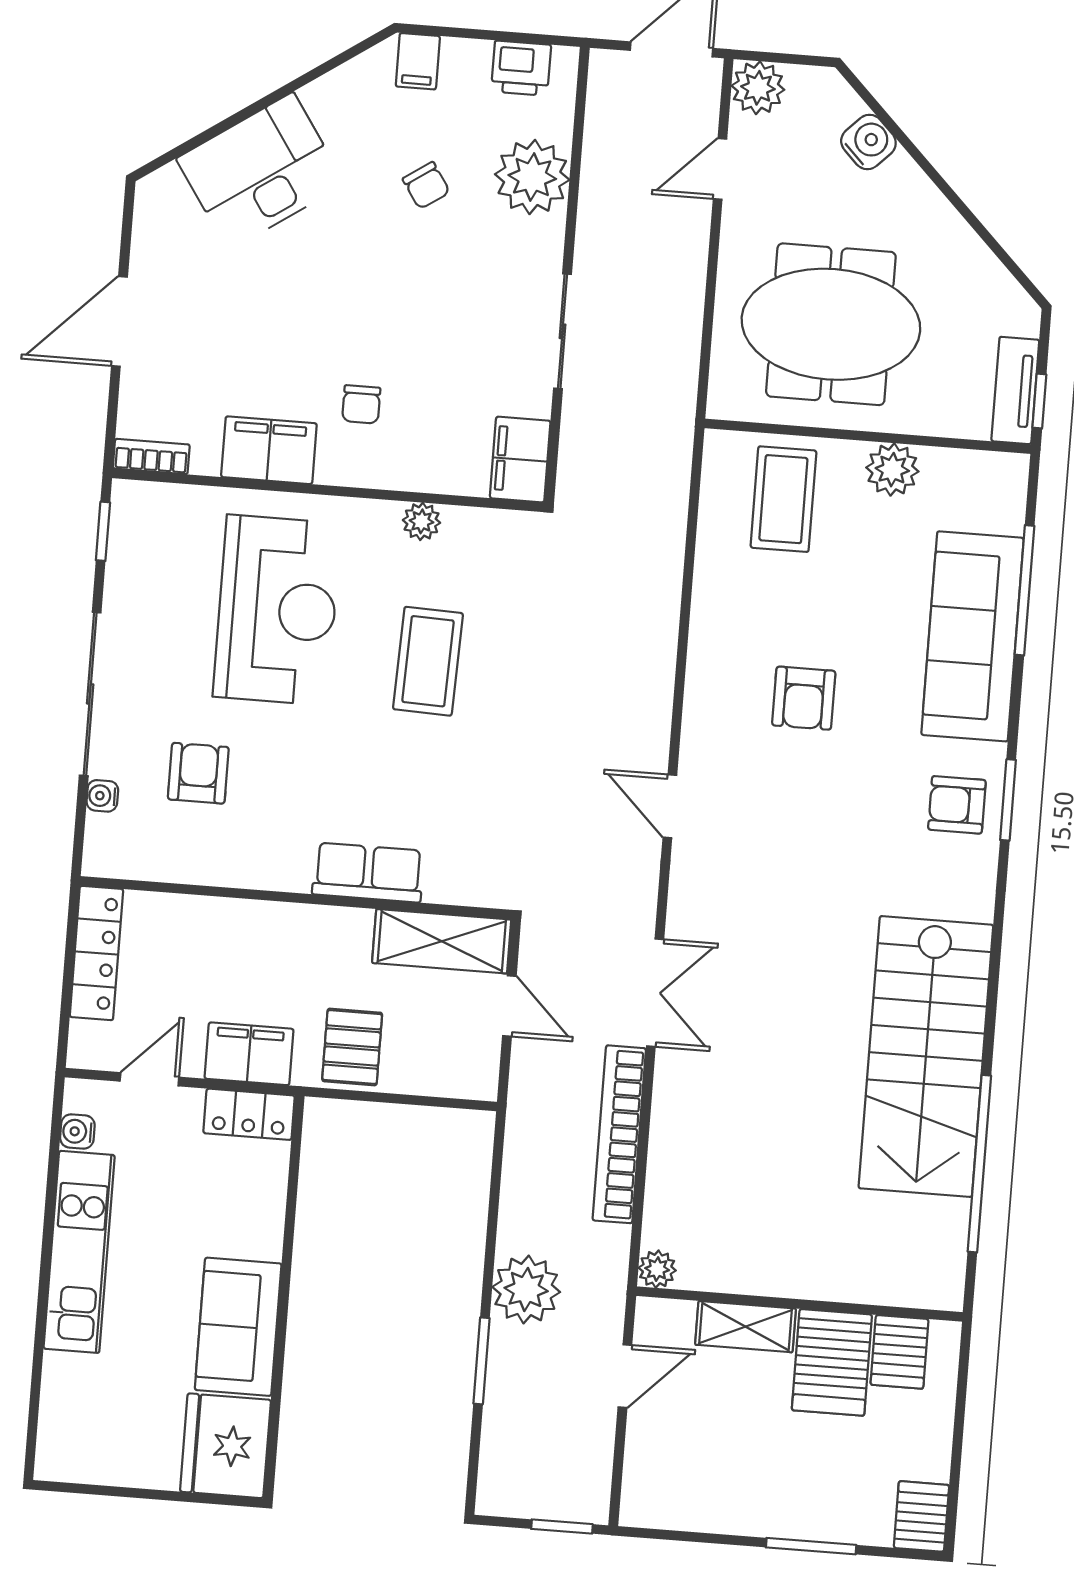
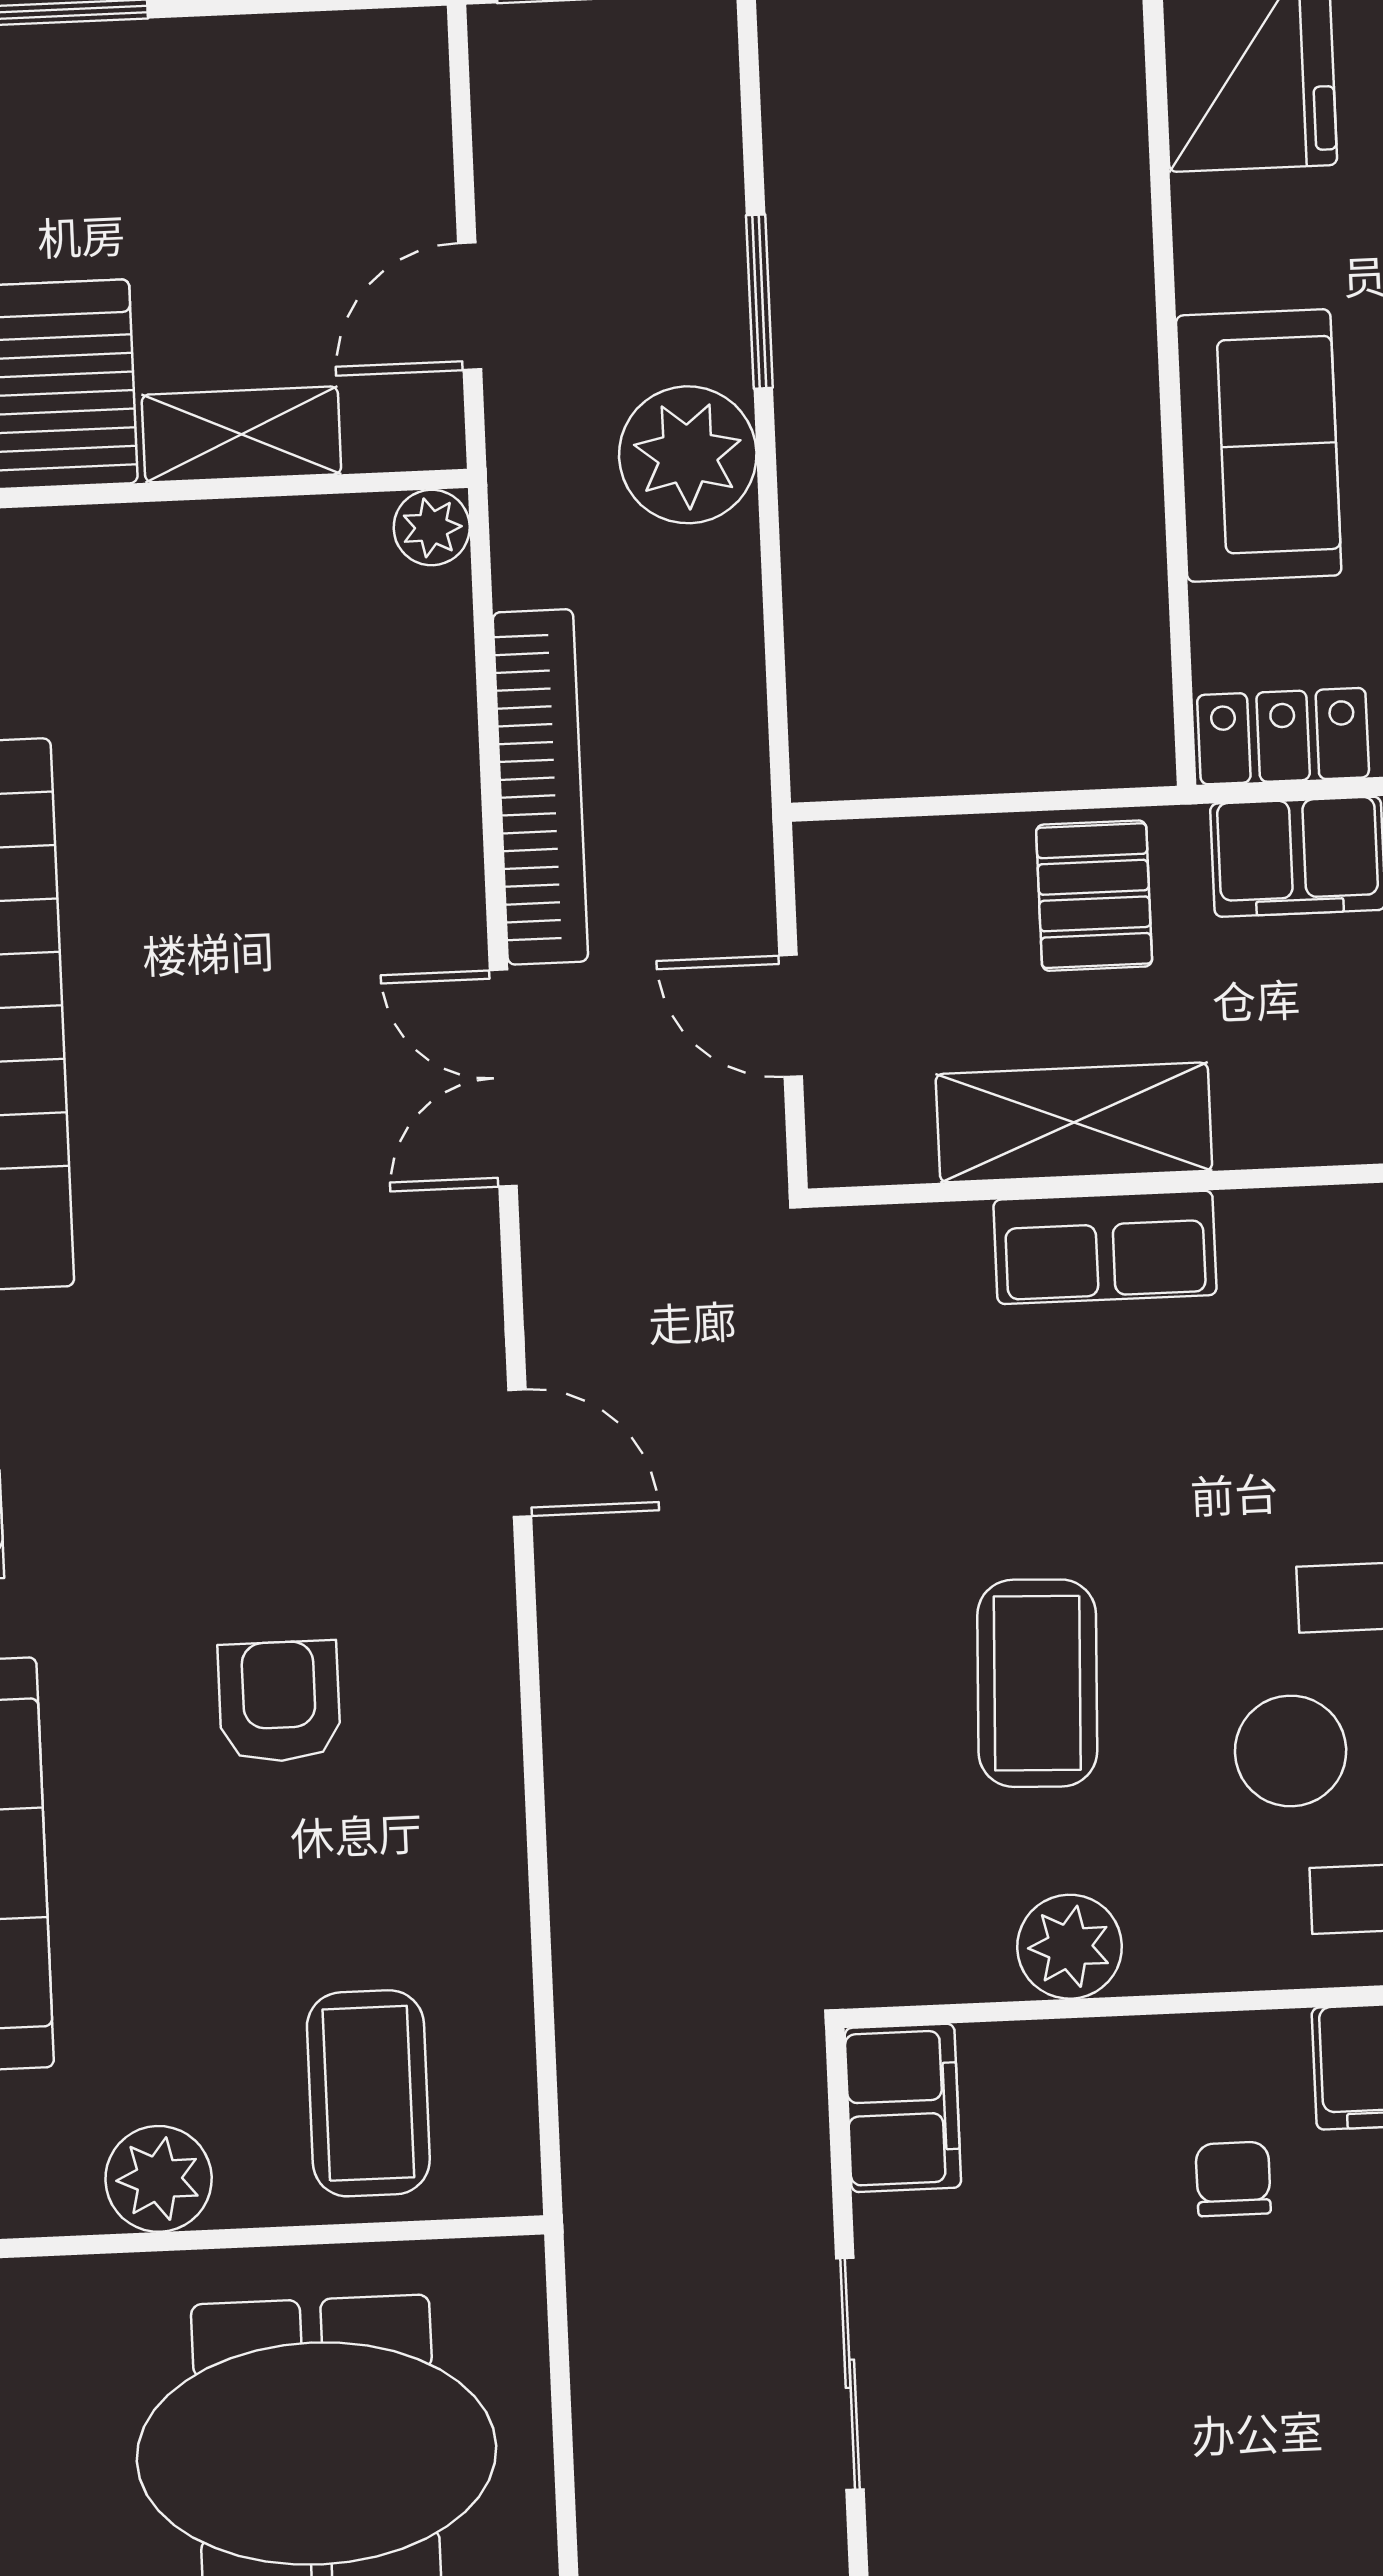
plant: (422, 521) -> (1070, 1947), width x1.38, depth x1.38
shelving: (442, 941) -> (1074, 1122), moved
sofa: (238, 1327) -> (1259, 445), moved

